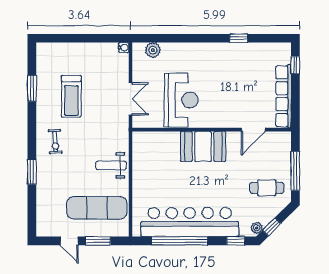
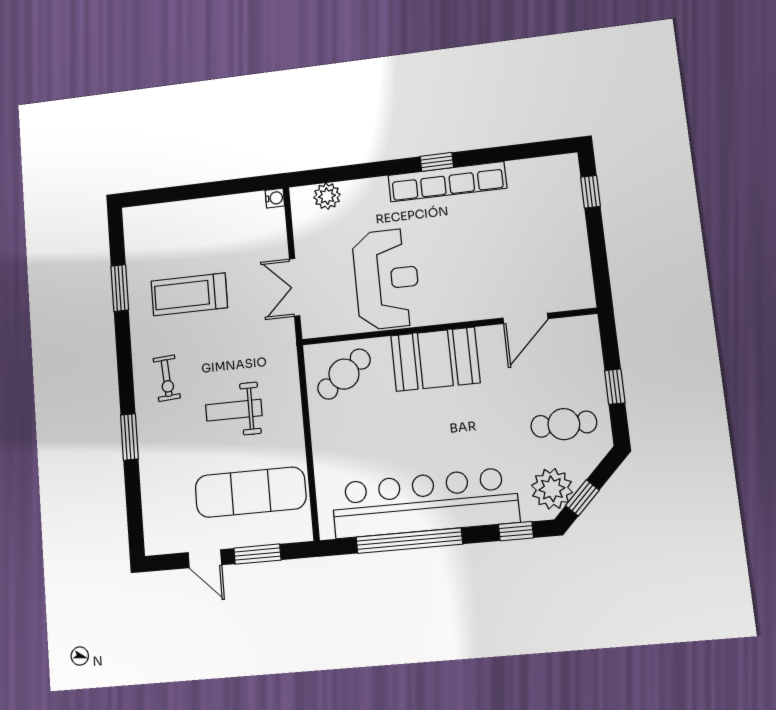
window: (239, 38) -> (437, 162), moved
treadmill: (71, 96) -> (189, 294), turned 90
row of seats: (283, 96) -> (447, 182), moved, turned -90
double door: (130, 99) -> (295, 287), swing flipped
cafe table: (153, 149) -> (344, 374), added
weight bench: (111, 165) -> (234, 410), moved
window: (295, 171) -> (615, 387), width x0.46
plant: (257, 228) -> (552, 489), width x1.88, depth x1.88

